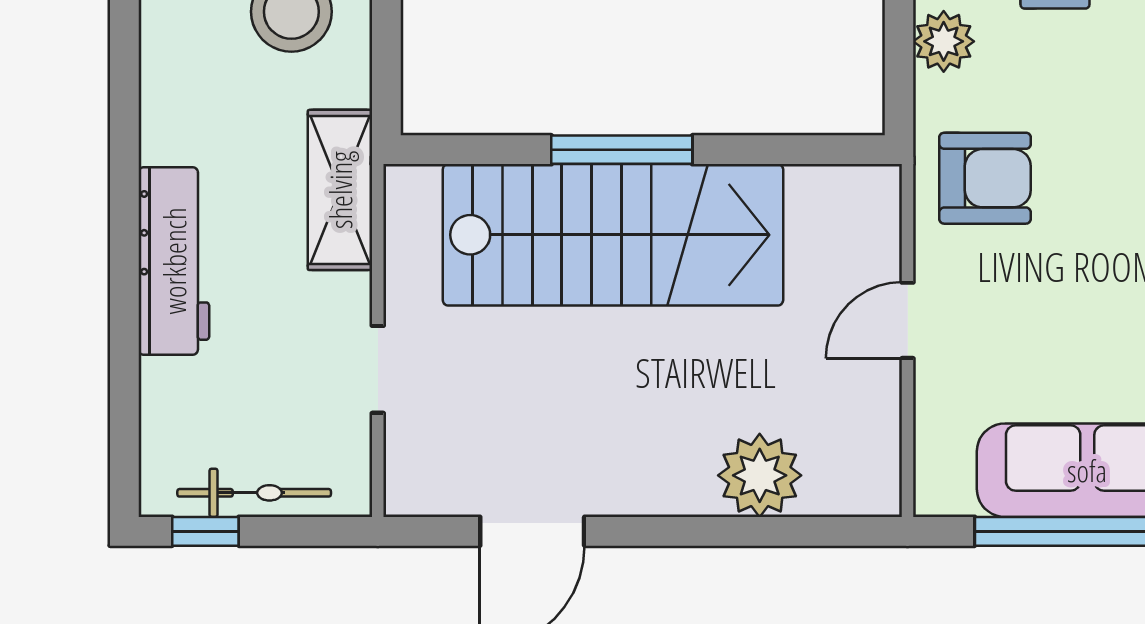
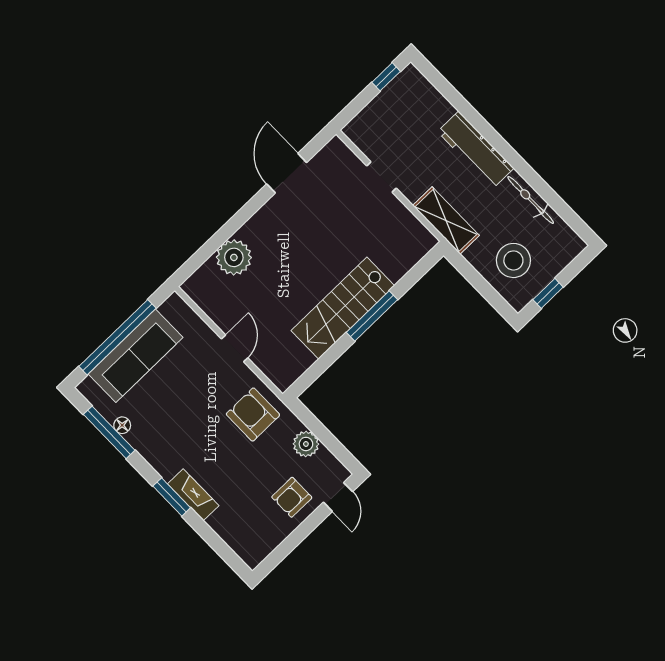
armchair: (985, 178) -> (253, 415), turned 90
stairs: (613, 235) -> (343, 308), width x0.73, depth x0.66
bicycle: (254, 493) -> (531, 200), moved, turned 90

